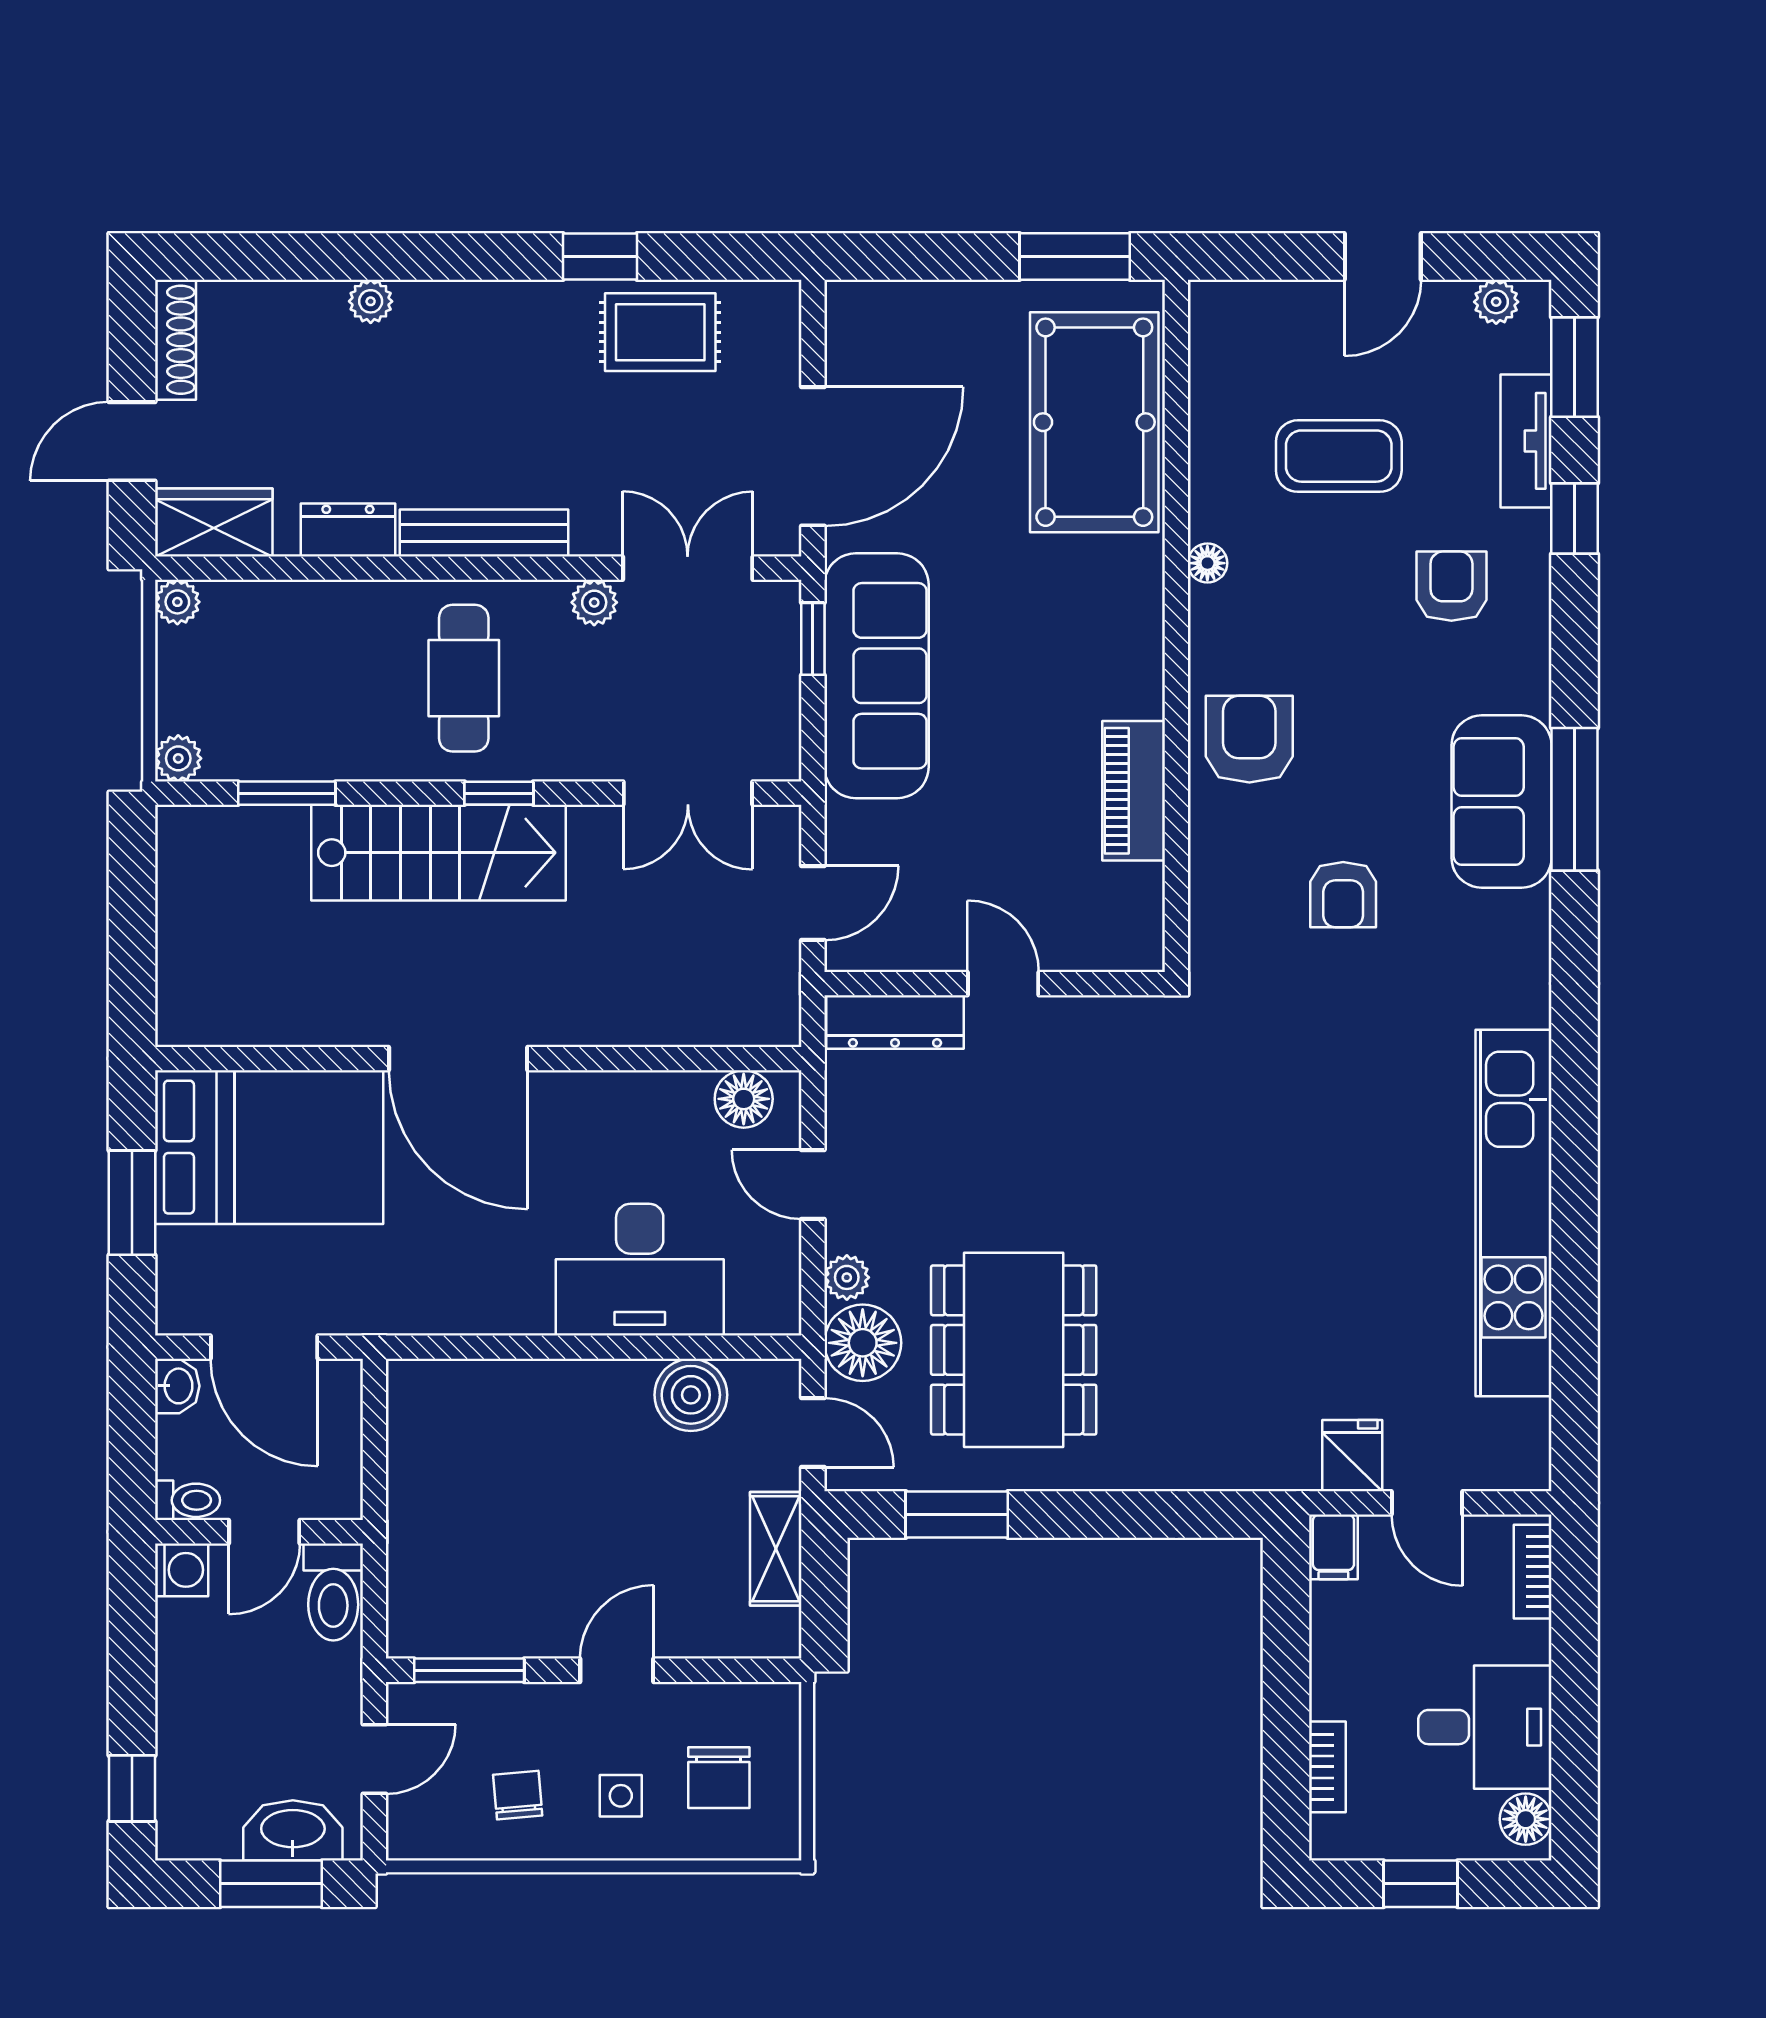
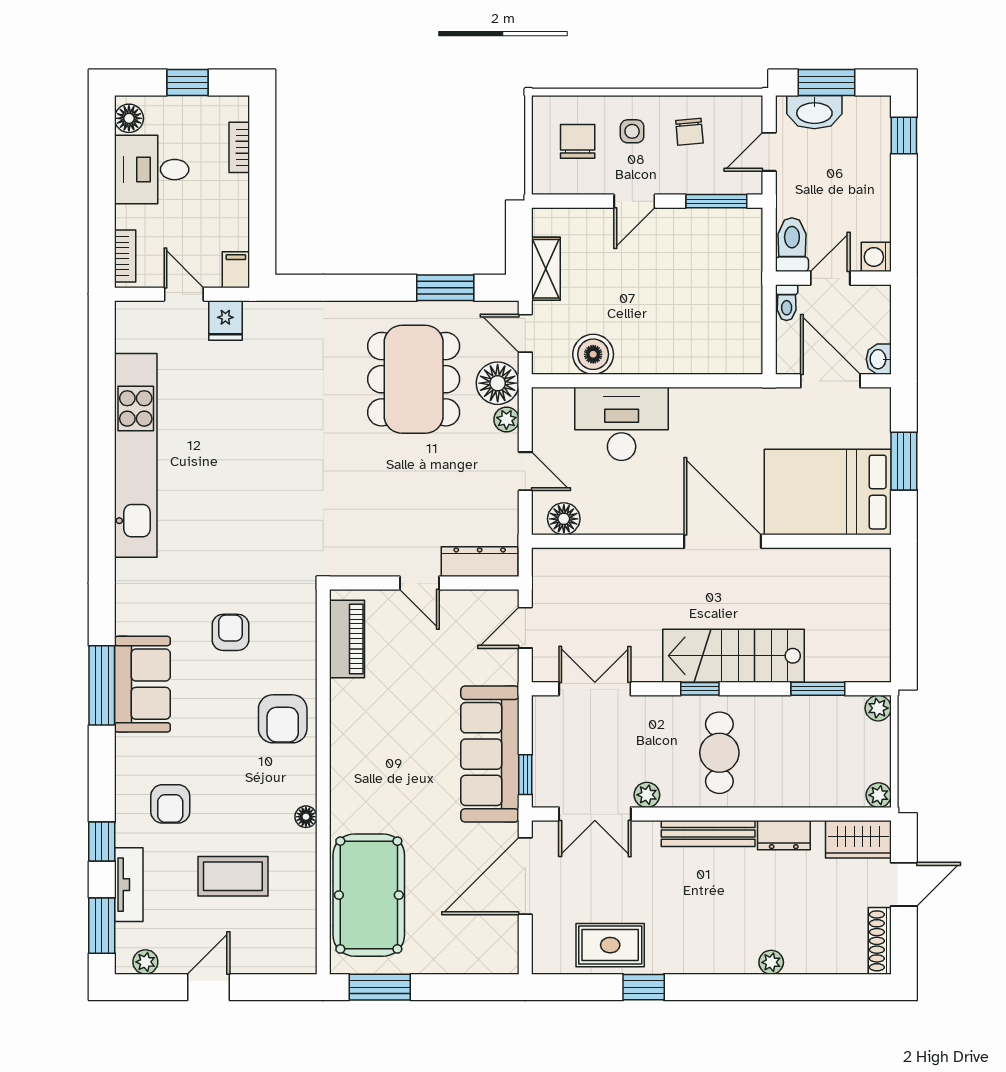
piano: (1134, 791) -> (347, 639), moved
toilet: (188, 1500) -> (787, 303), moved, turned -90

